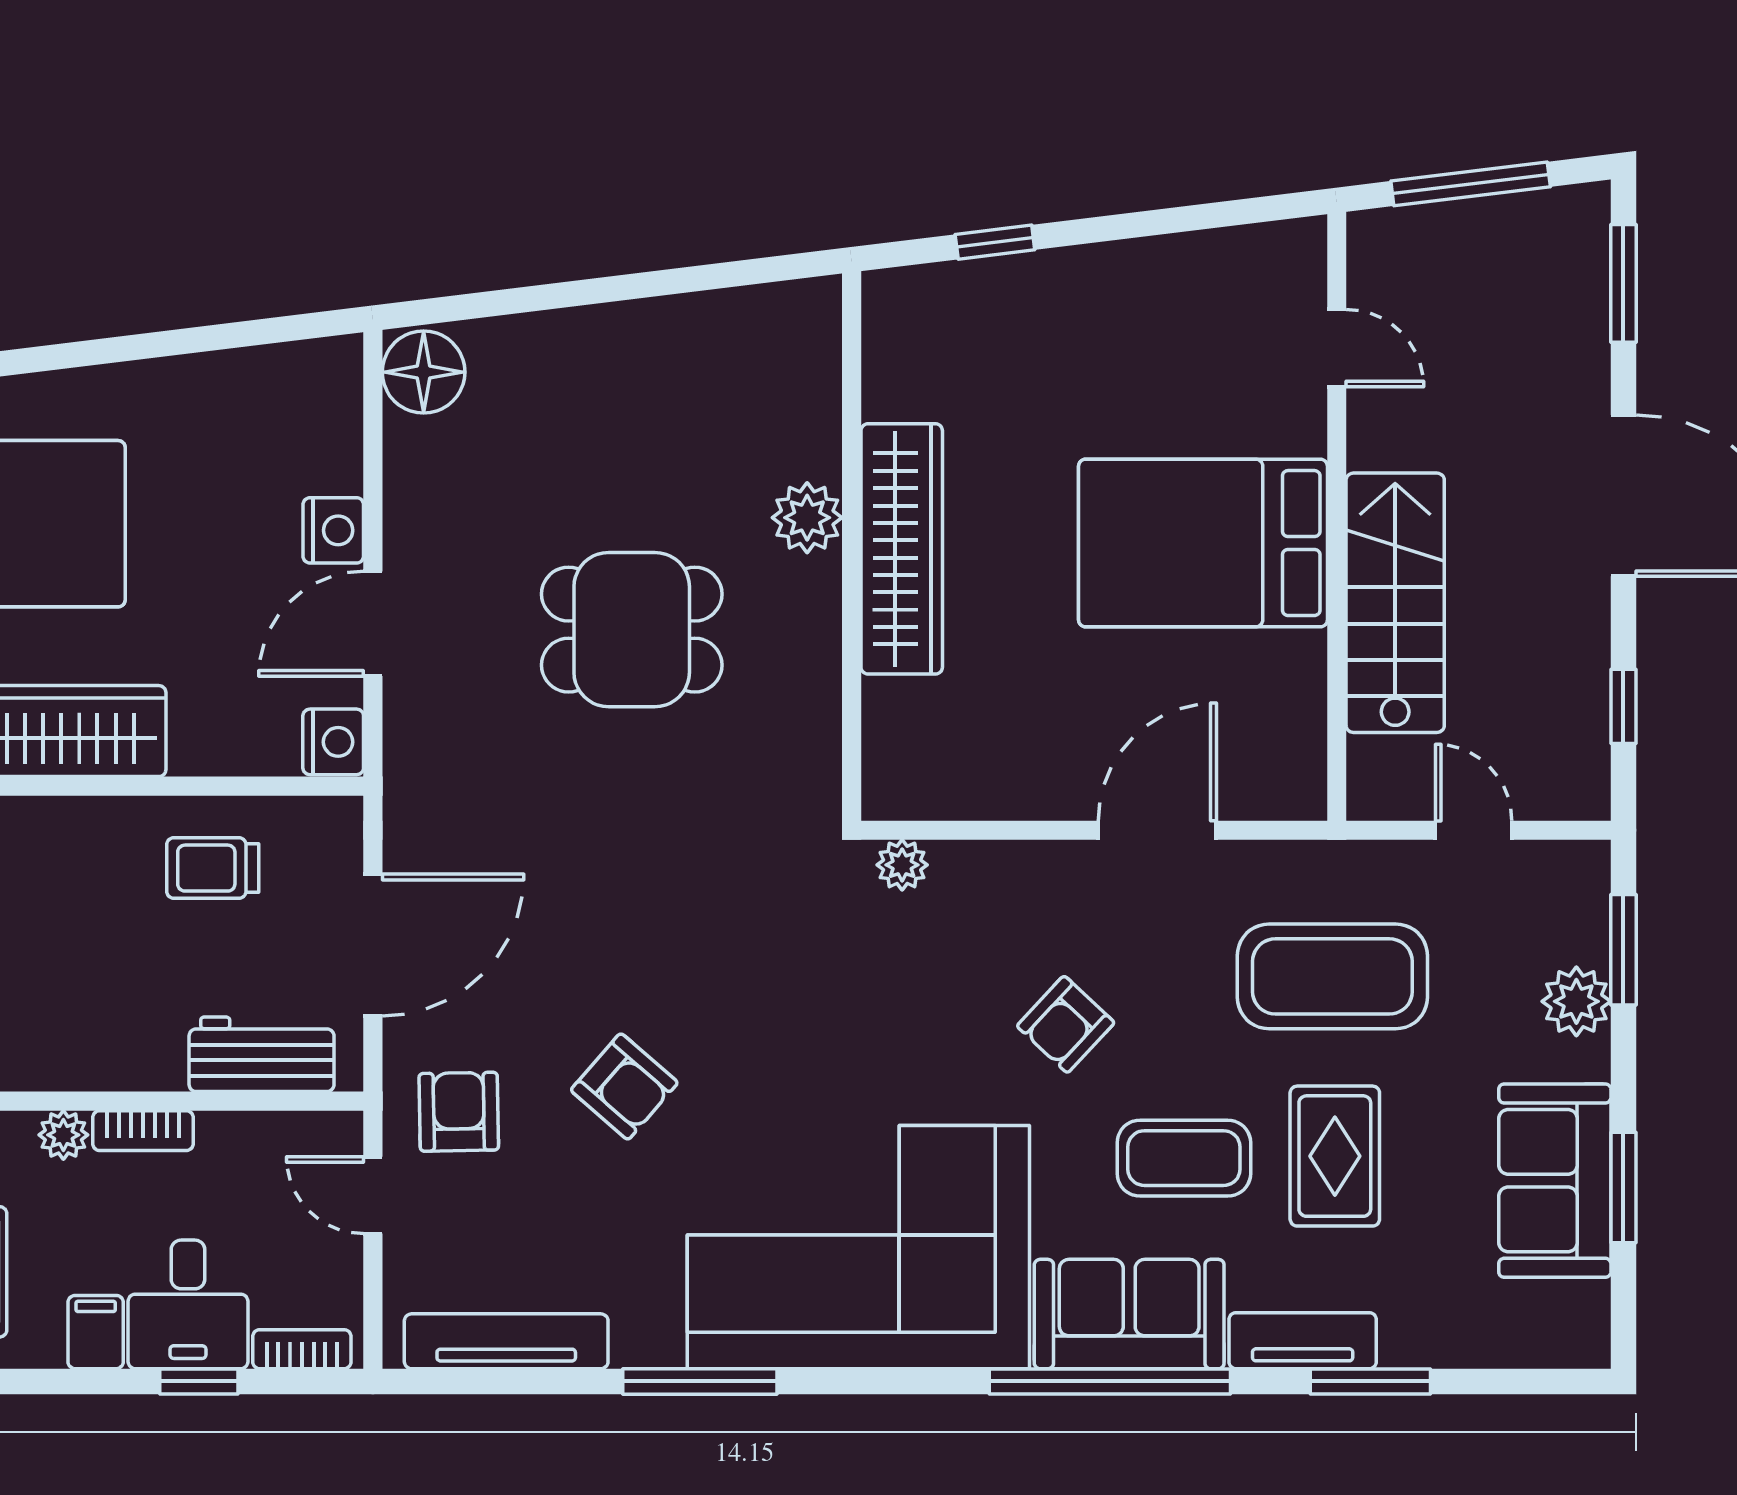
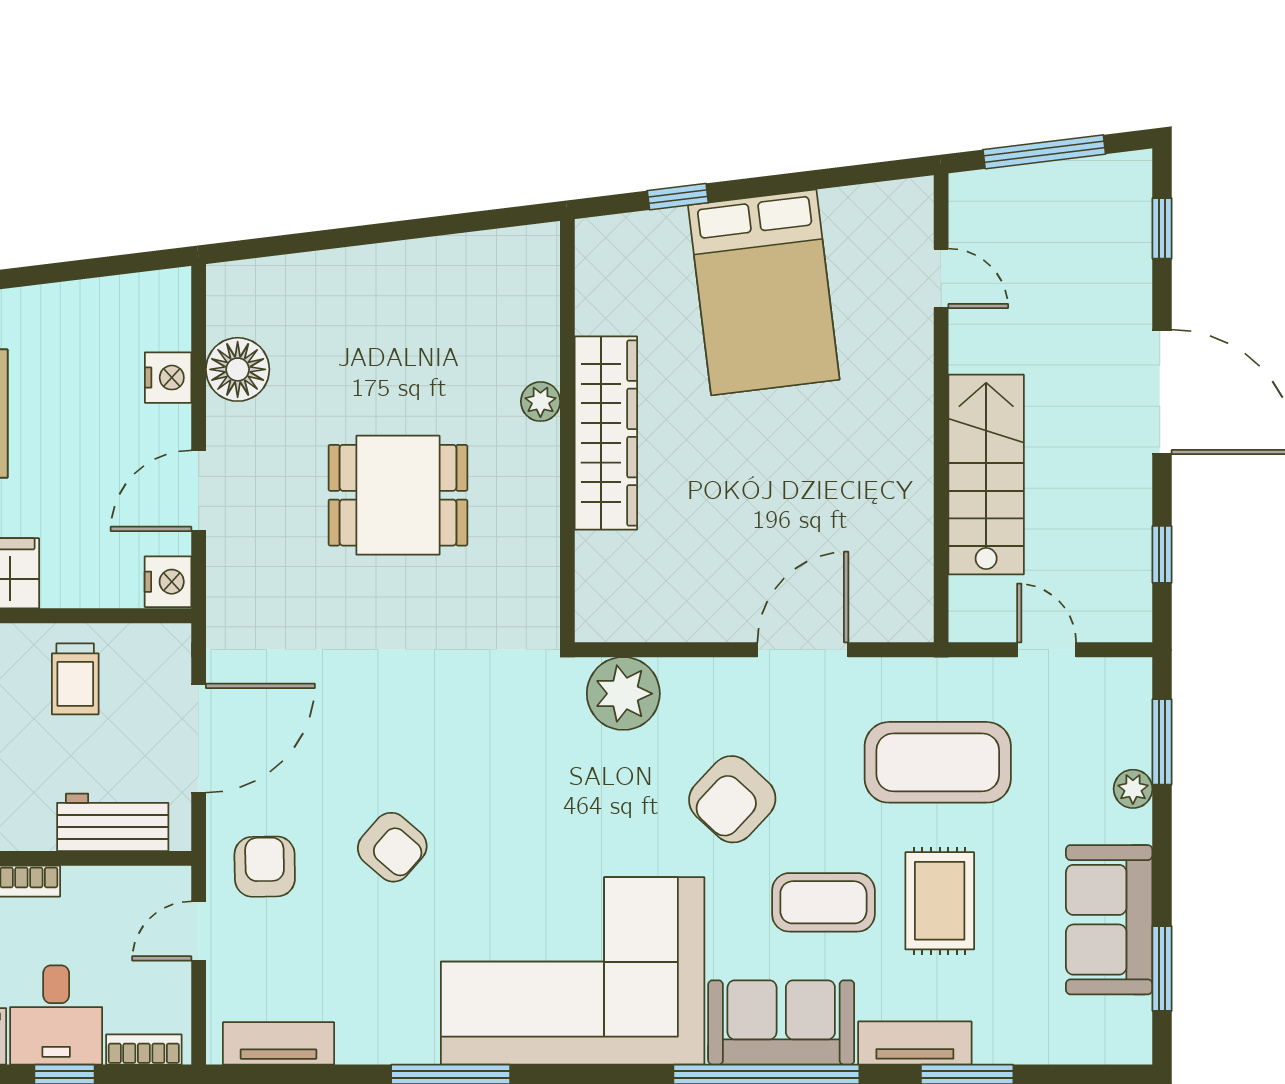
window: (1623, 283) -> (1162, 228), width x0.67
floor lamp: (424, 372) -> (238, 369), moved
plant: (807, 518) -> (540, 402), width x0.73, depth x0.73
nightstand: (333, 530) -> (168, 378), moved
bed: (1203, 543) -> (764, 292), moved, turned -97
plant: (902, 865) -> (623, 694), width x1.88, depth x1.88
trolley: (213, 868) -> (75, 679), turned -90
plant: (1576, 1001) -> (1133, 789), width x0.73, depth x0.73
armchair: (1066, 1024) -> (732, 799), width x1.38, depth x1.38
window: (1623, 1187) -> (1162, 969), moved
door: (373, 1195) -> (199, 931), hinge flipped
tv unit: (506, 1341) -> (279, 1043), width x0.71

